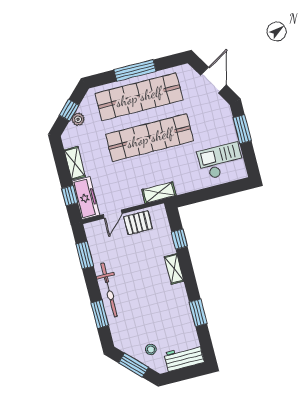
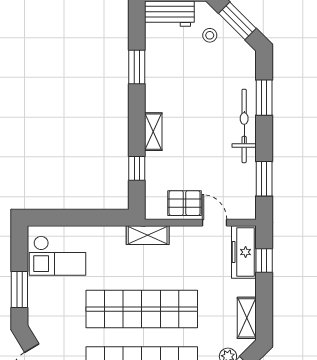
shelving: (75, 163) -> (247, 318), moved
door: (113, 214) -> (215, 223), hinge flipped

